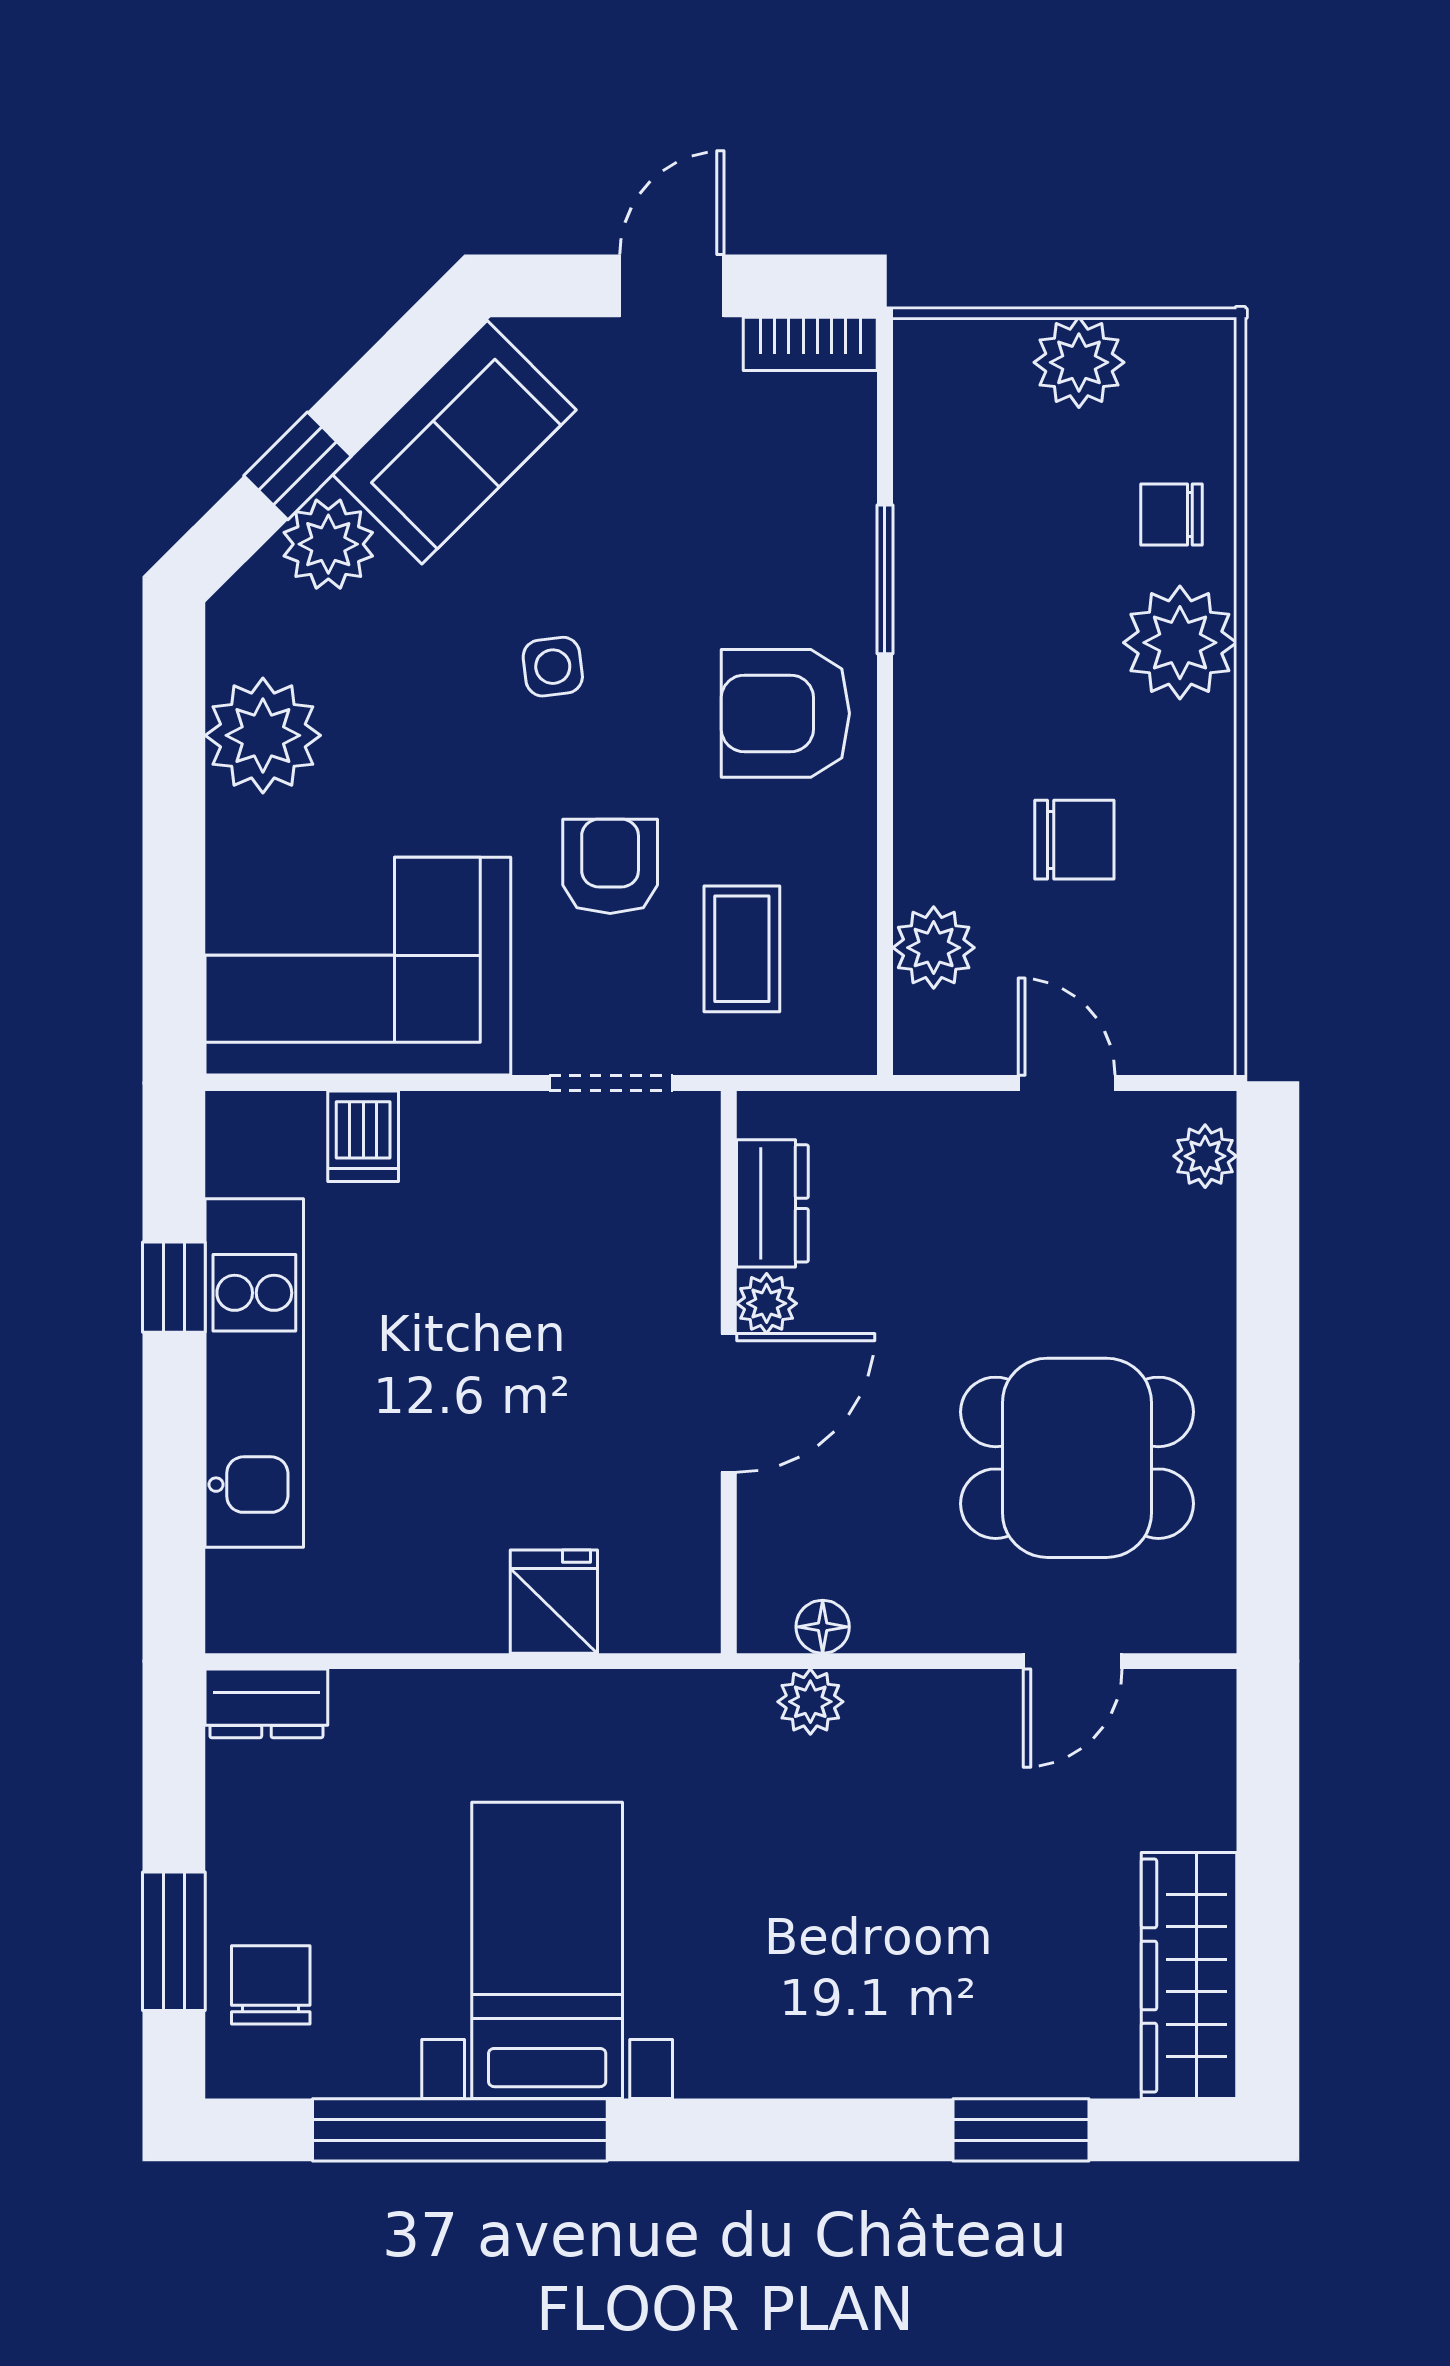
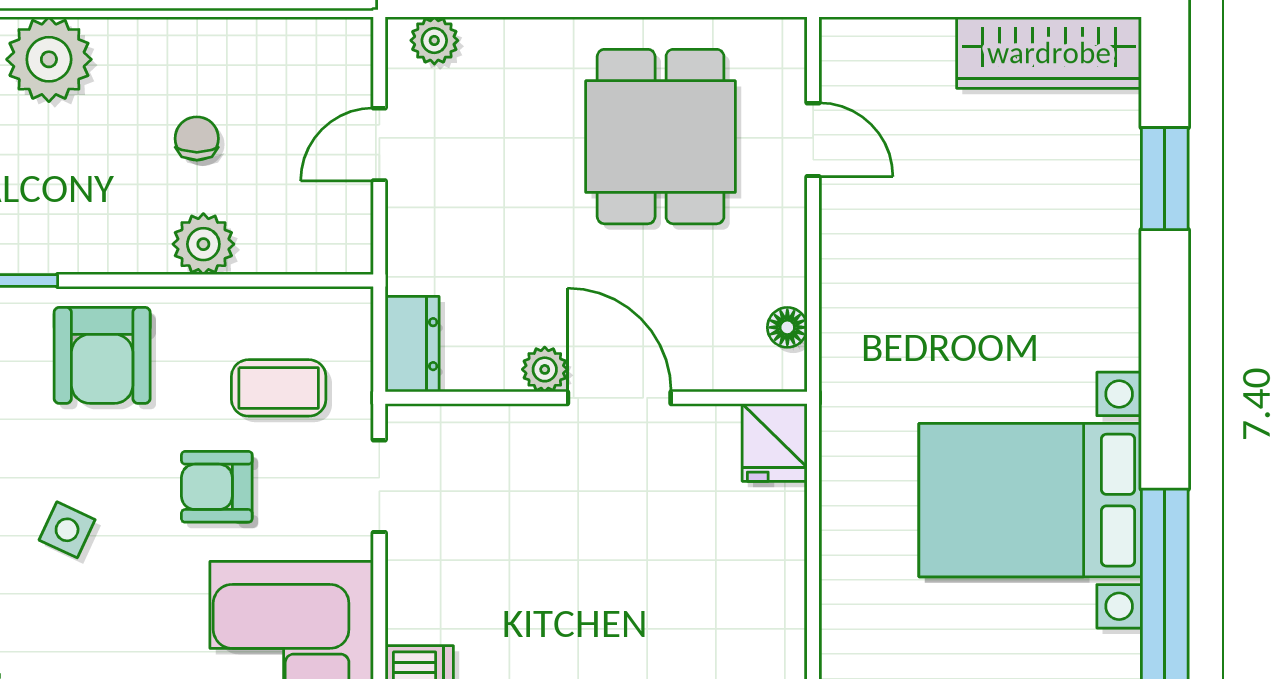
side table: (553, 667) -> (67, 530), turned 32
chair: (1074, 840) -> (197, 139), width x0.73, depth x0.73
plant: (934, 948) -> (203, 244), moved
dresser: (772, 1203) -> (412, 344), moved, turned 90
fridge: (554, 1602) -> (775, 443), moved, turned -90
plant: (810, 1702) -> (844, 337), removed
bed with nightstands: (547, 1950) -> (1030, 500), width x1.36

